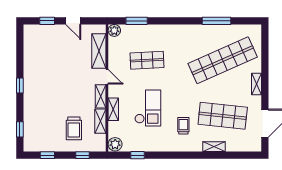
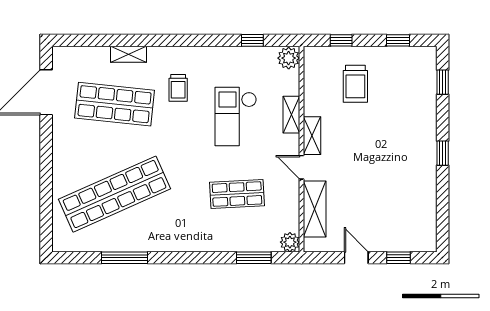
shelving: (256, 84) -> (60, 156), removed
shelving: (100, 121) -> (312, 95), removed
trolley: (74, 128) -> (355, 84), turned 180

